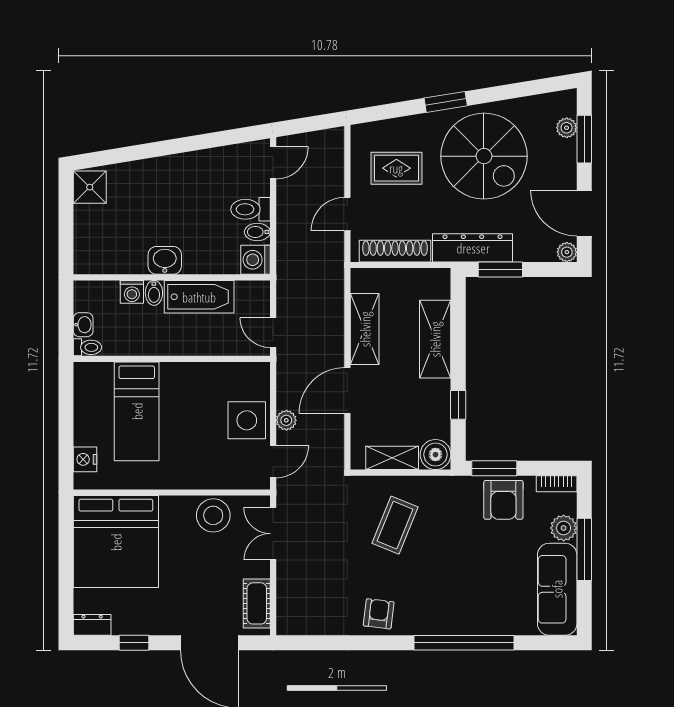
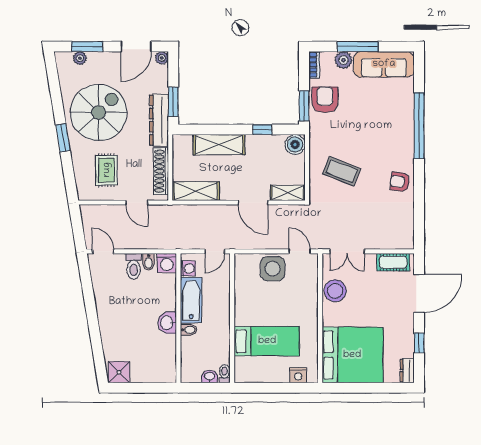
washing machine: (132, 292) -> (188, 268), moved
shelving: (365, 329) -> (196, 191), moved
plant: (286, 420) -> (273, 243), removed
shelving: (392, 458) -> (288, 193), moved, turned 90
armchair: (503, 500) -> (325, 100), turned -90

